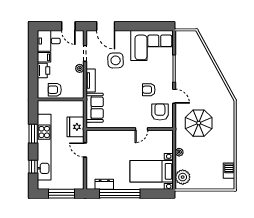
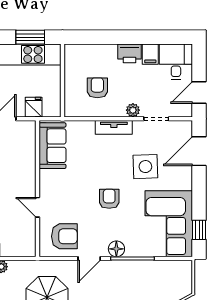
window: (156, 26) -> (199, 230), added
floor lamp: (168, 79) -> (116, 249), added
armchair: (55, 90) -> (97, 88), moved
armchair: (149, 90) -> (109, 199), moved
wall: (61, 99) -> (63, 80), moved
sofa: (95, 108) -> (53, 146), moved, turned -90
fridge: (76, 127) -> (34, 107), width x0.53, depth x0.75

